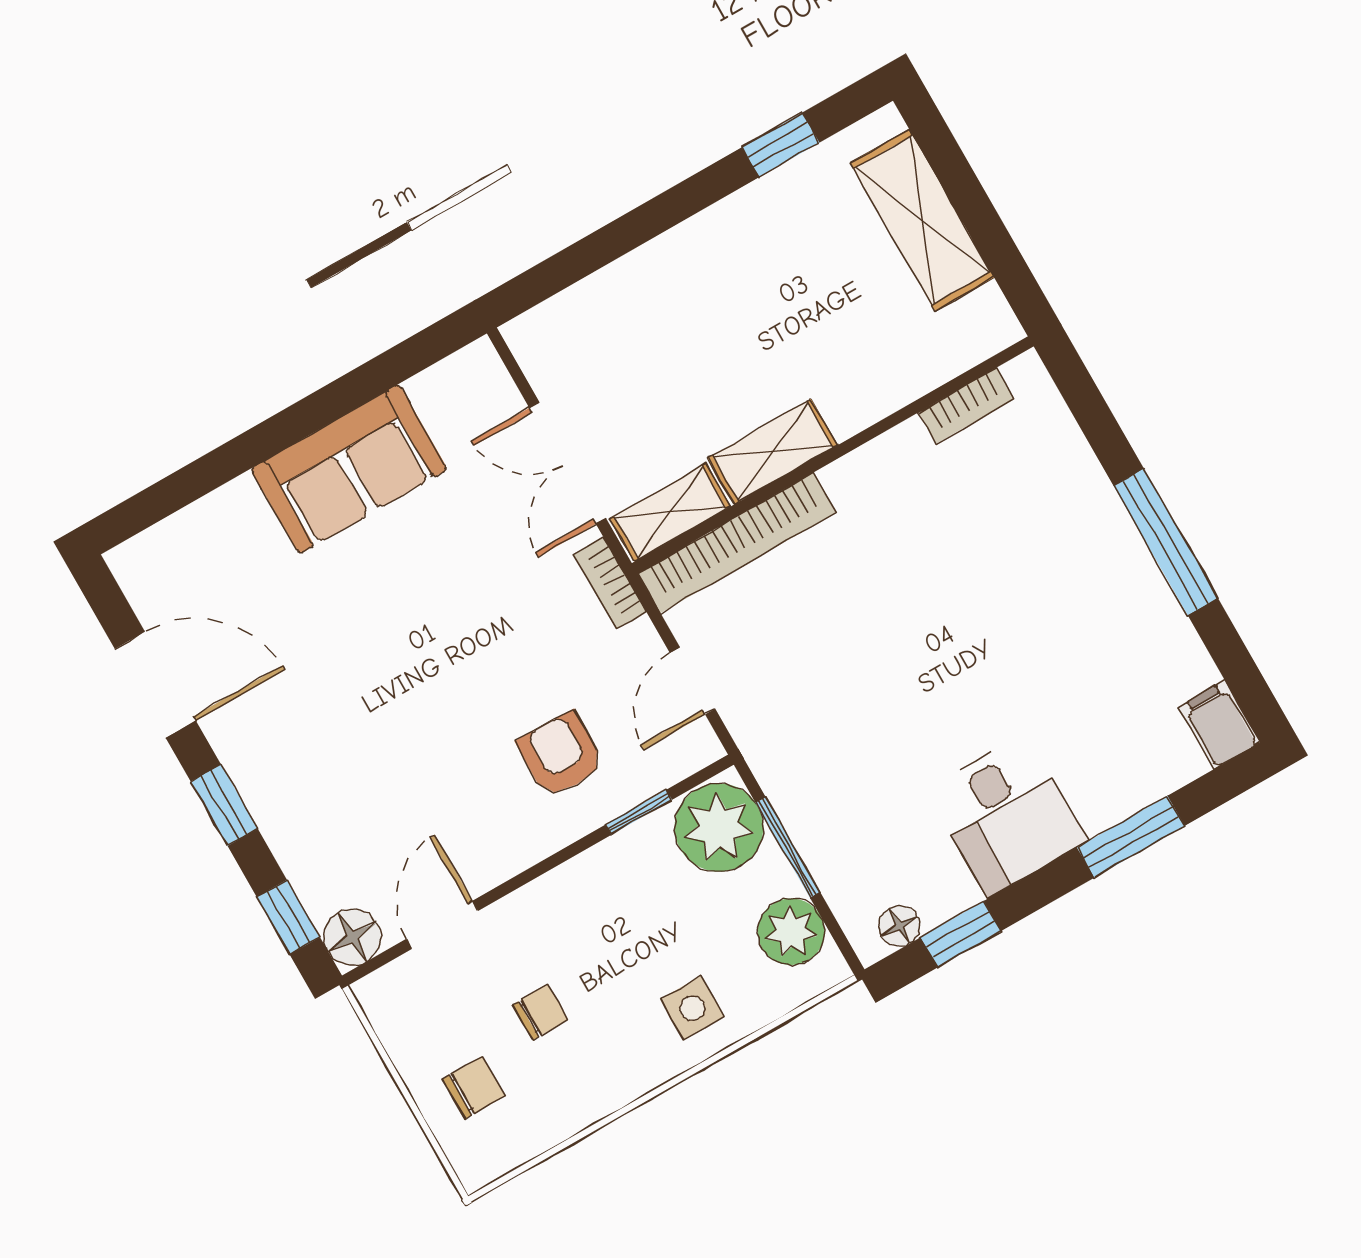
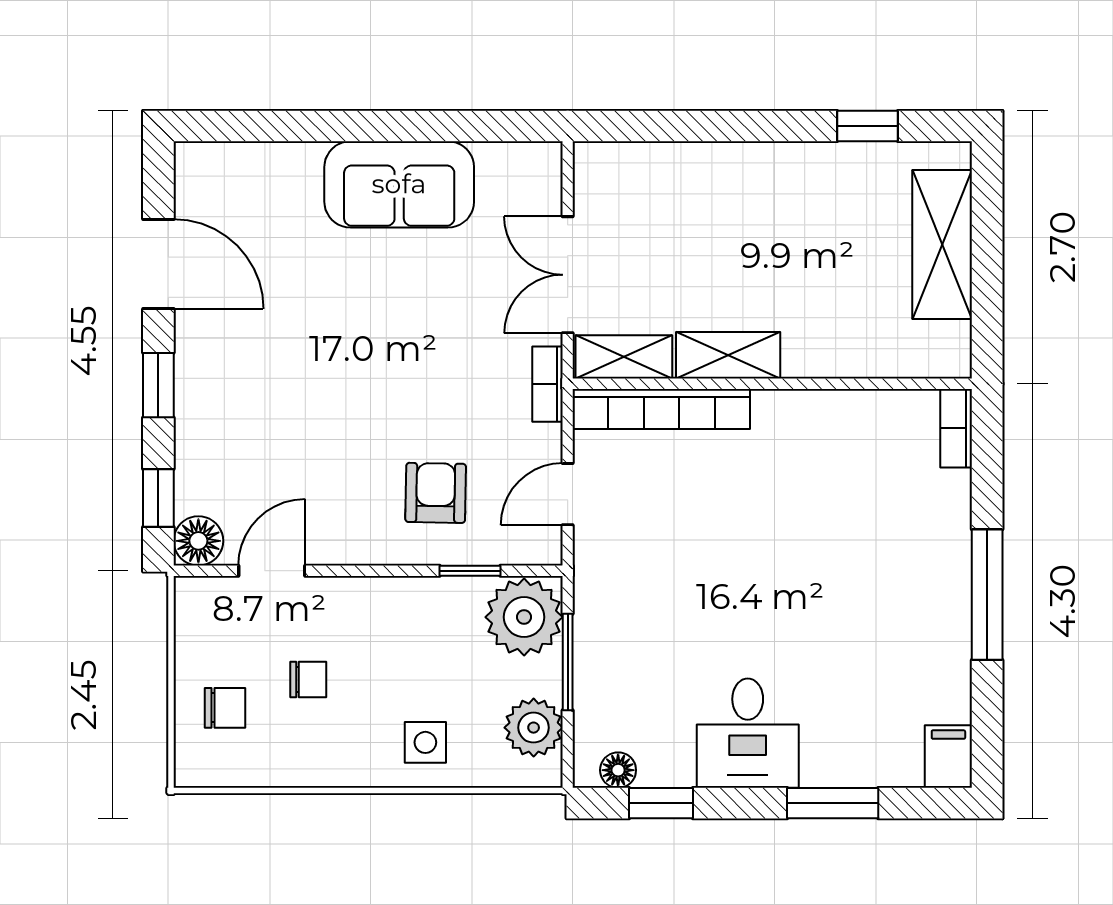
bookcase: (966, 406) -> (956, 428), moved, turned 90

